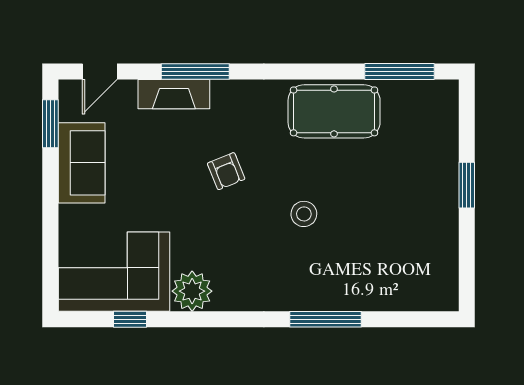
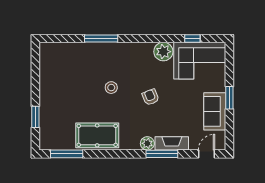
plant: (227, 94) -> (147, 143), added
window: (50, 124) -> (229, 98), moved
armchair: (226, 171) -> (151, 97), moved
window: (467, 185) -> (35, 117), moved

